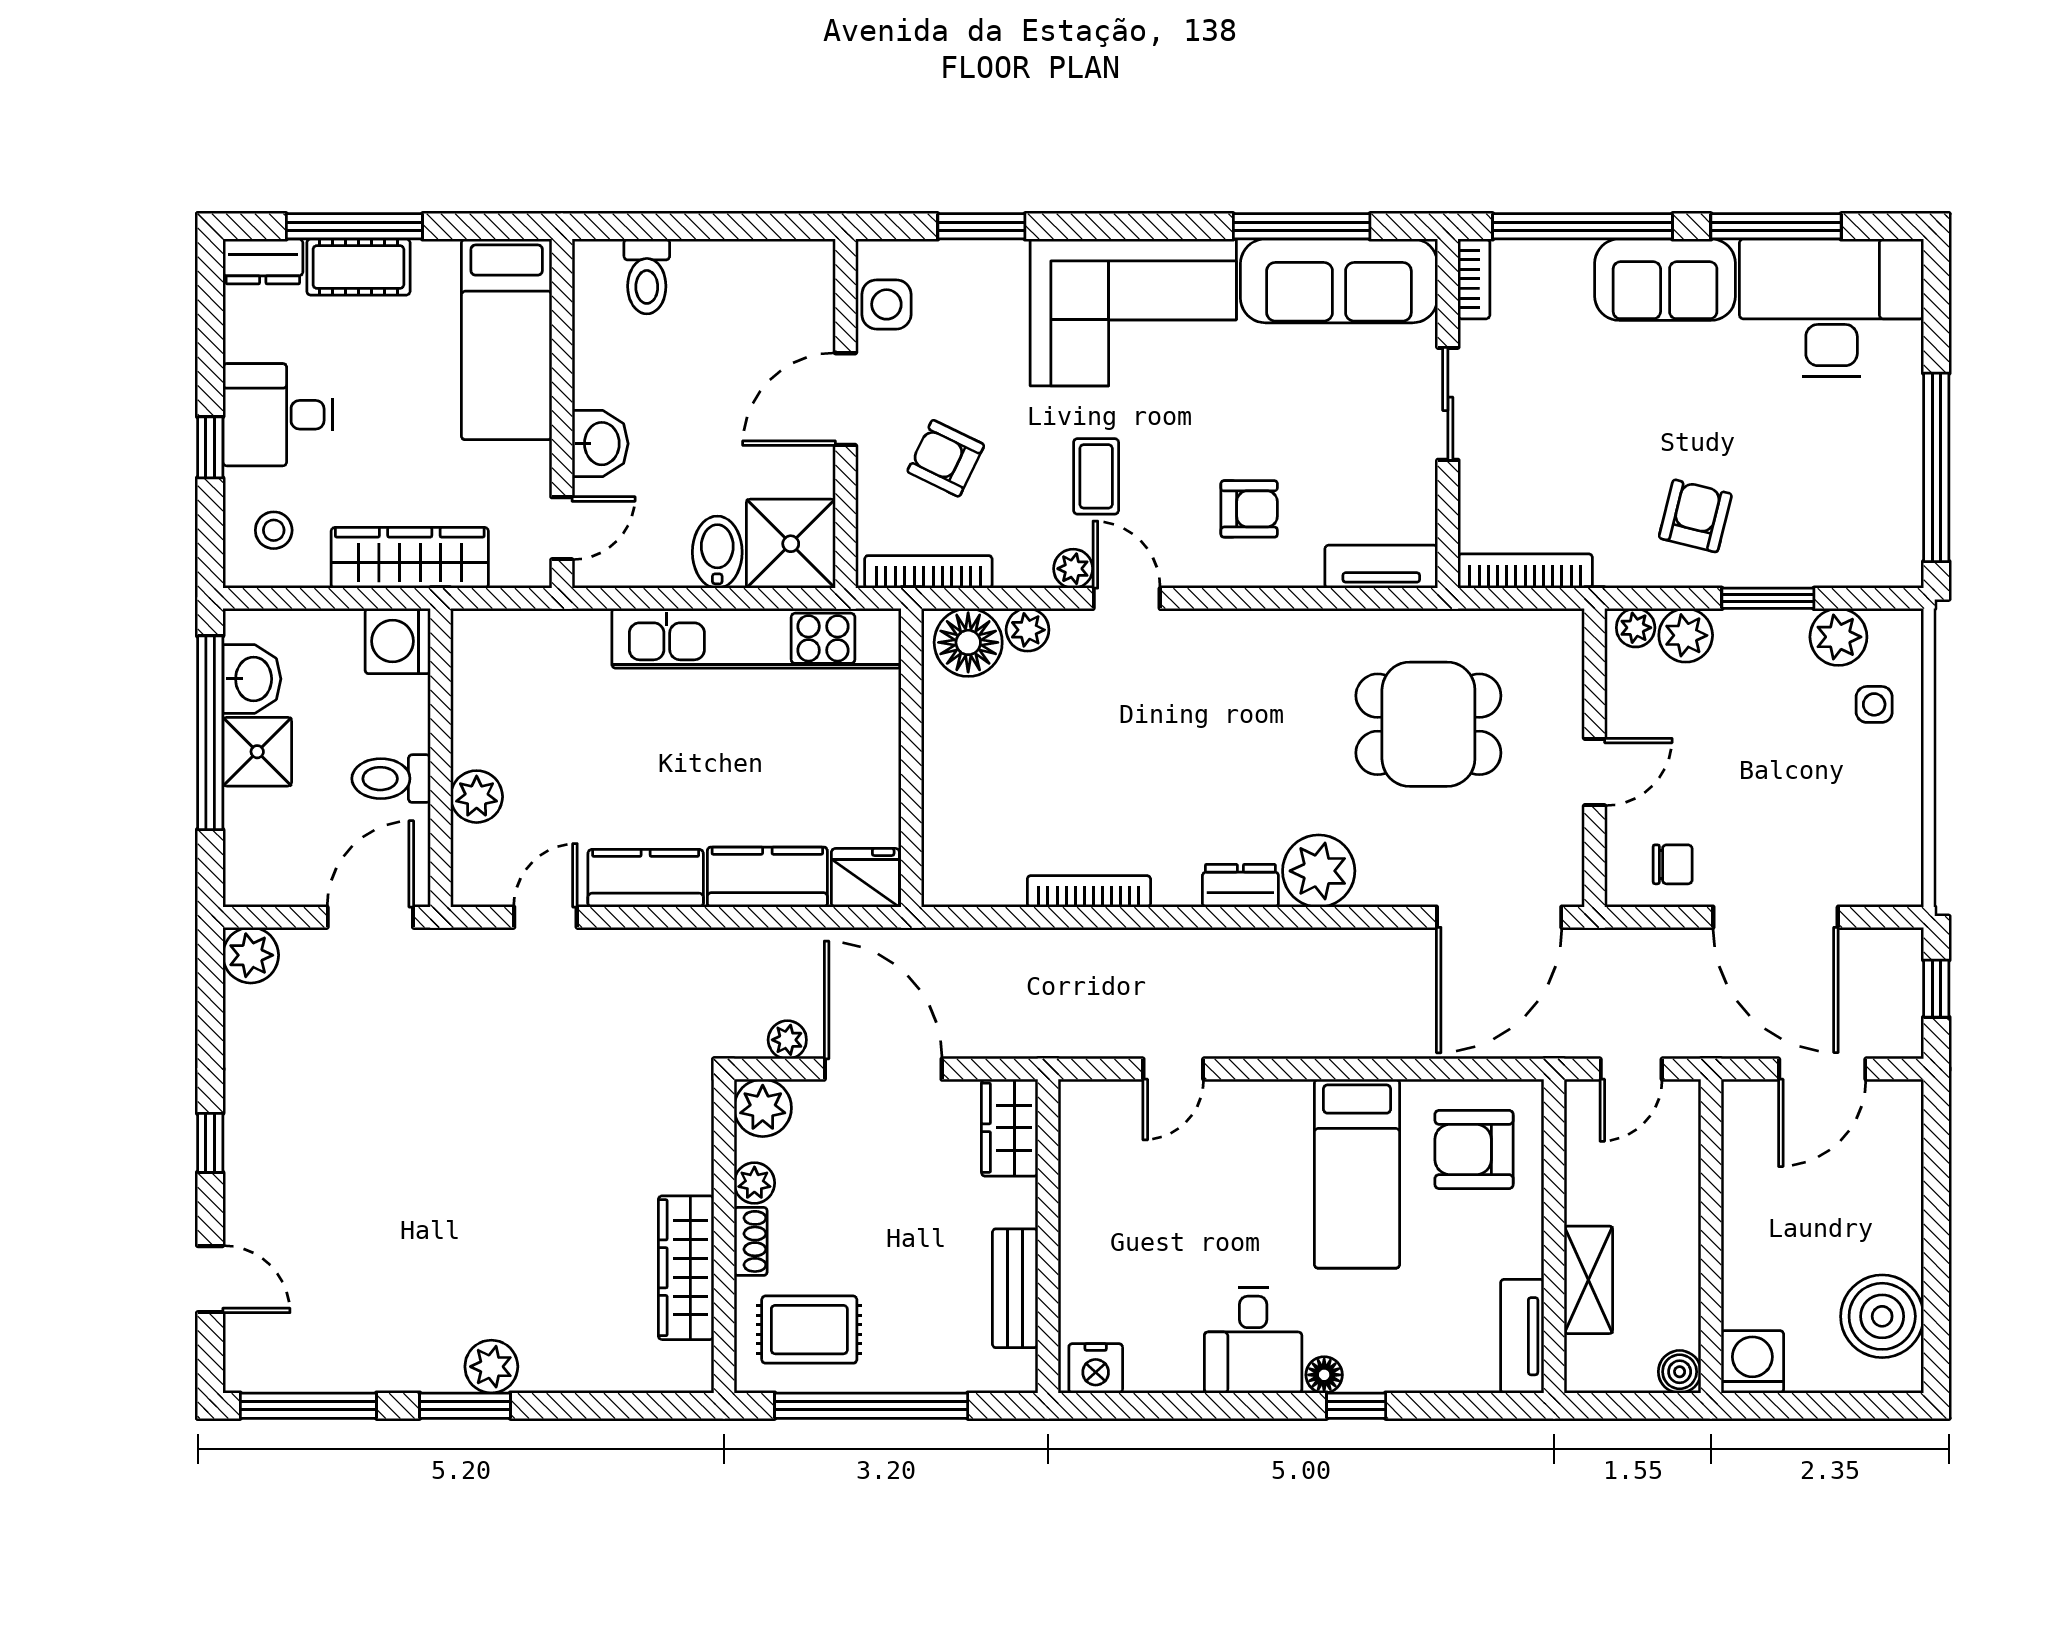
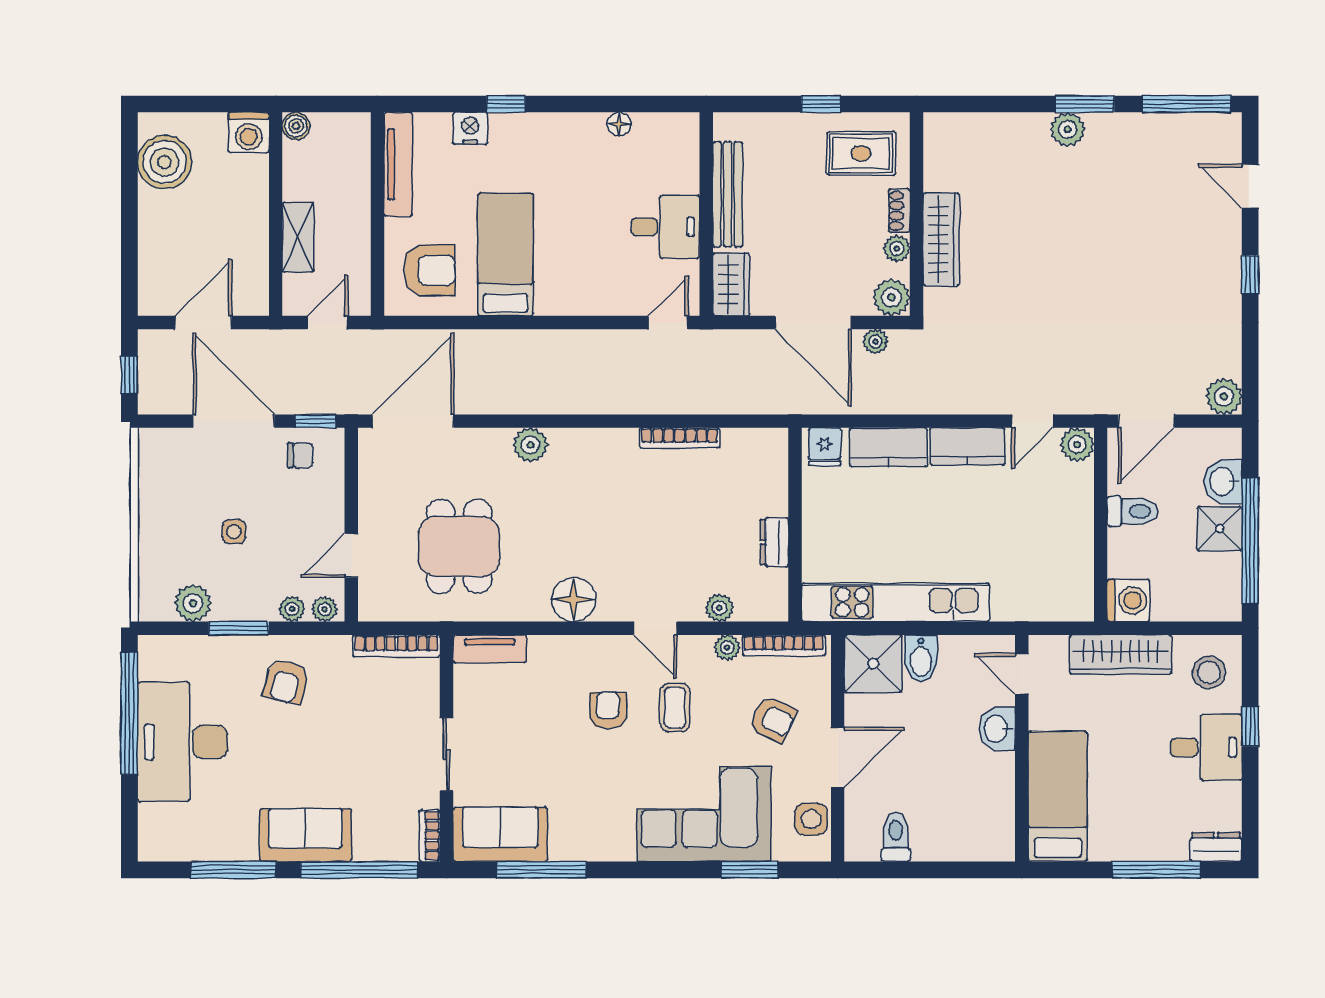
cot: (358, 267) -> (1154, 843), removed
toilet: (647, 276) -> (896, 837), moved
sofa: (1339, 281) -> (500, 834), width x0.73
desk: (1832, 308) -> (182, 742), moved, turned 90
corner sofa: (1133, 312) -> (704, 814), moved
armchair: (1249, 509) -> (608, 711), moved, turned 90
door: (562, 528) -> (1022, 674), hinge flipped
stool: (274, 530) -> (1209, 672), width x1.37, depth x1.37
plant: (1073, 569) -> (727, 647), moved
plant: (1686, 635) -> (292, 609), width x0.73, depth x0.73
floor lamp: (968, 642) -> (574, 600), moved
washbasin: (252, 679) -> (1223, 481), moved
side table: (1874, 704) -> (234, 532), moved
dining table: (1428, 724) -> (459, 546), turned 90
door: (1595, 772) -> (351, 556), moved
plant: (477, 797) -> (1077, 445), moved
chair: (1673, 864) -> (301, 455), turned 180
plant: (1319, 871) -> (530, 445), width x0.73, depth x0.73
fridge: (865, 878) -> (825, 447), width x0.72
dresser: (1240, 886) -> (774, 542), moved, turned 90
window: (1650, 917) -> (316, 421), added
door: (1173, 1069) -> (668, 323), moved
wardrobe: (686, 1268) -> (941, 239), moved
shelving: (1588, 1280) -> (298, 237), moved
bench: (1015, 1288) -> (728, 194), width x1.36
tv unit: (1522, 1336) -> (398, 164), width x1.41
desk: (1253, 1340) -> (665, 227), moved, turned 90
nightstand: (1096, 1368) -> (470, 128), moved
floor lamp: (1324, 1375) -> (619, 124), moved
window: (871, 1406) -> (821, 104), width x0.32

